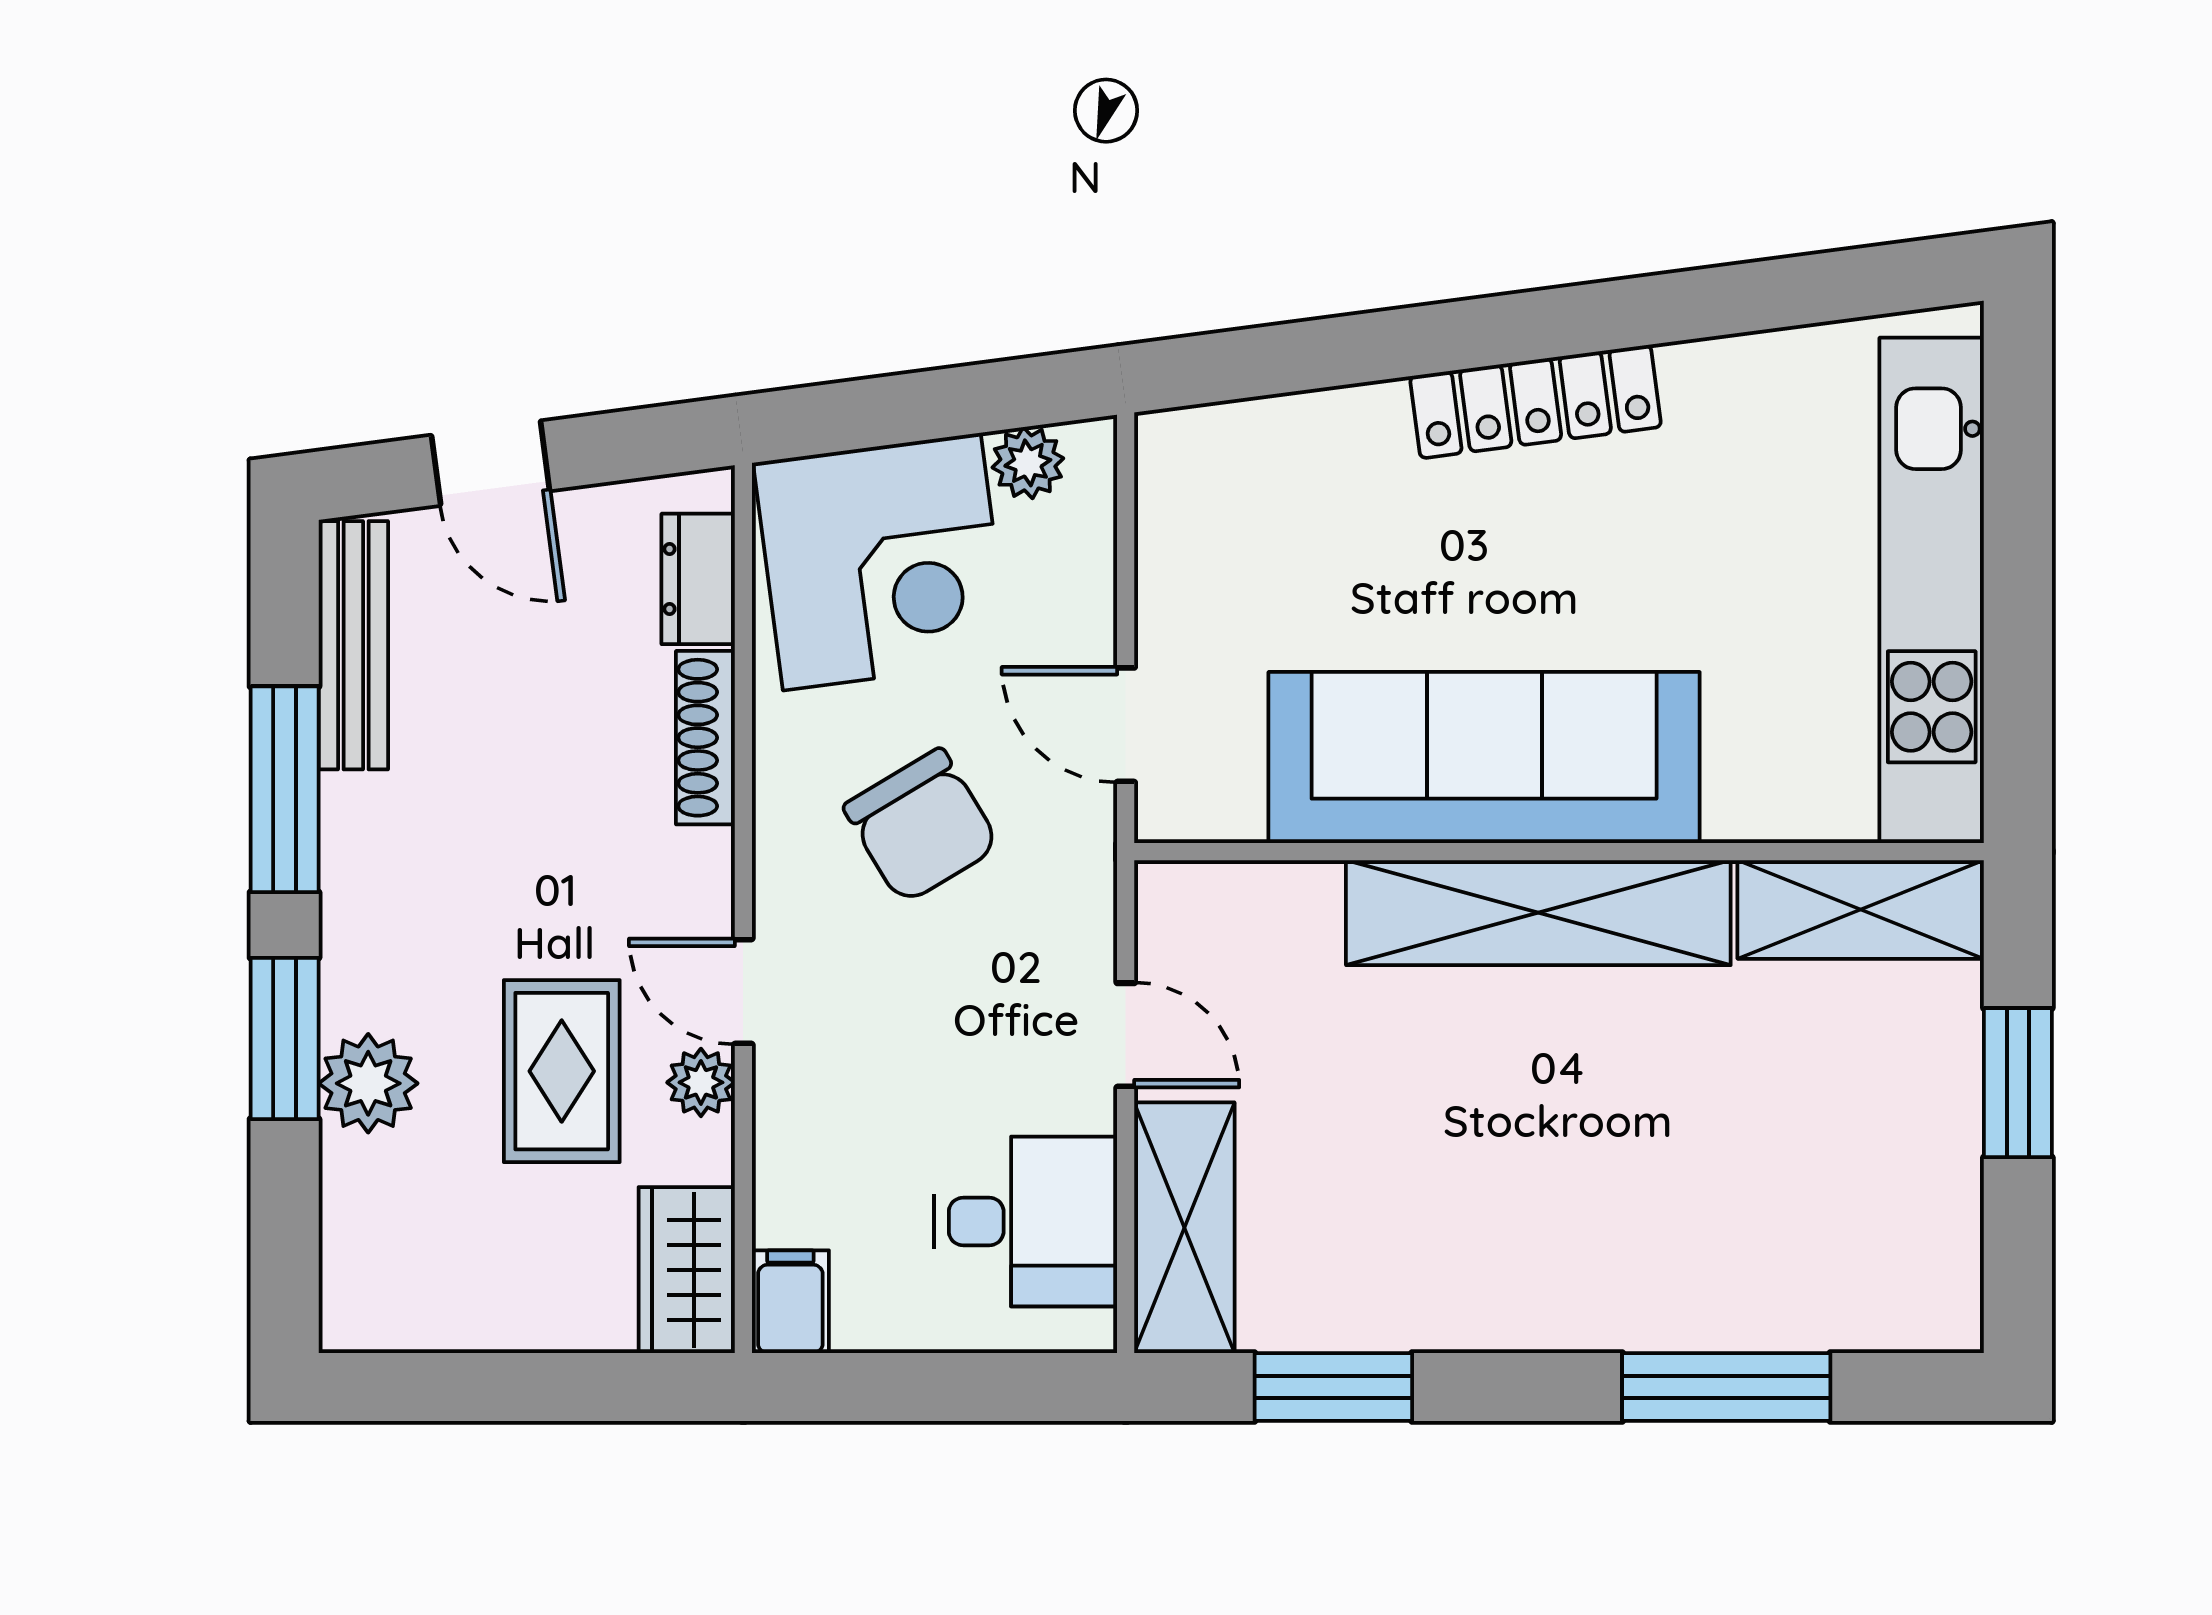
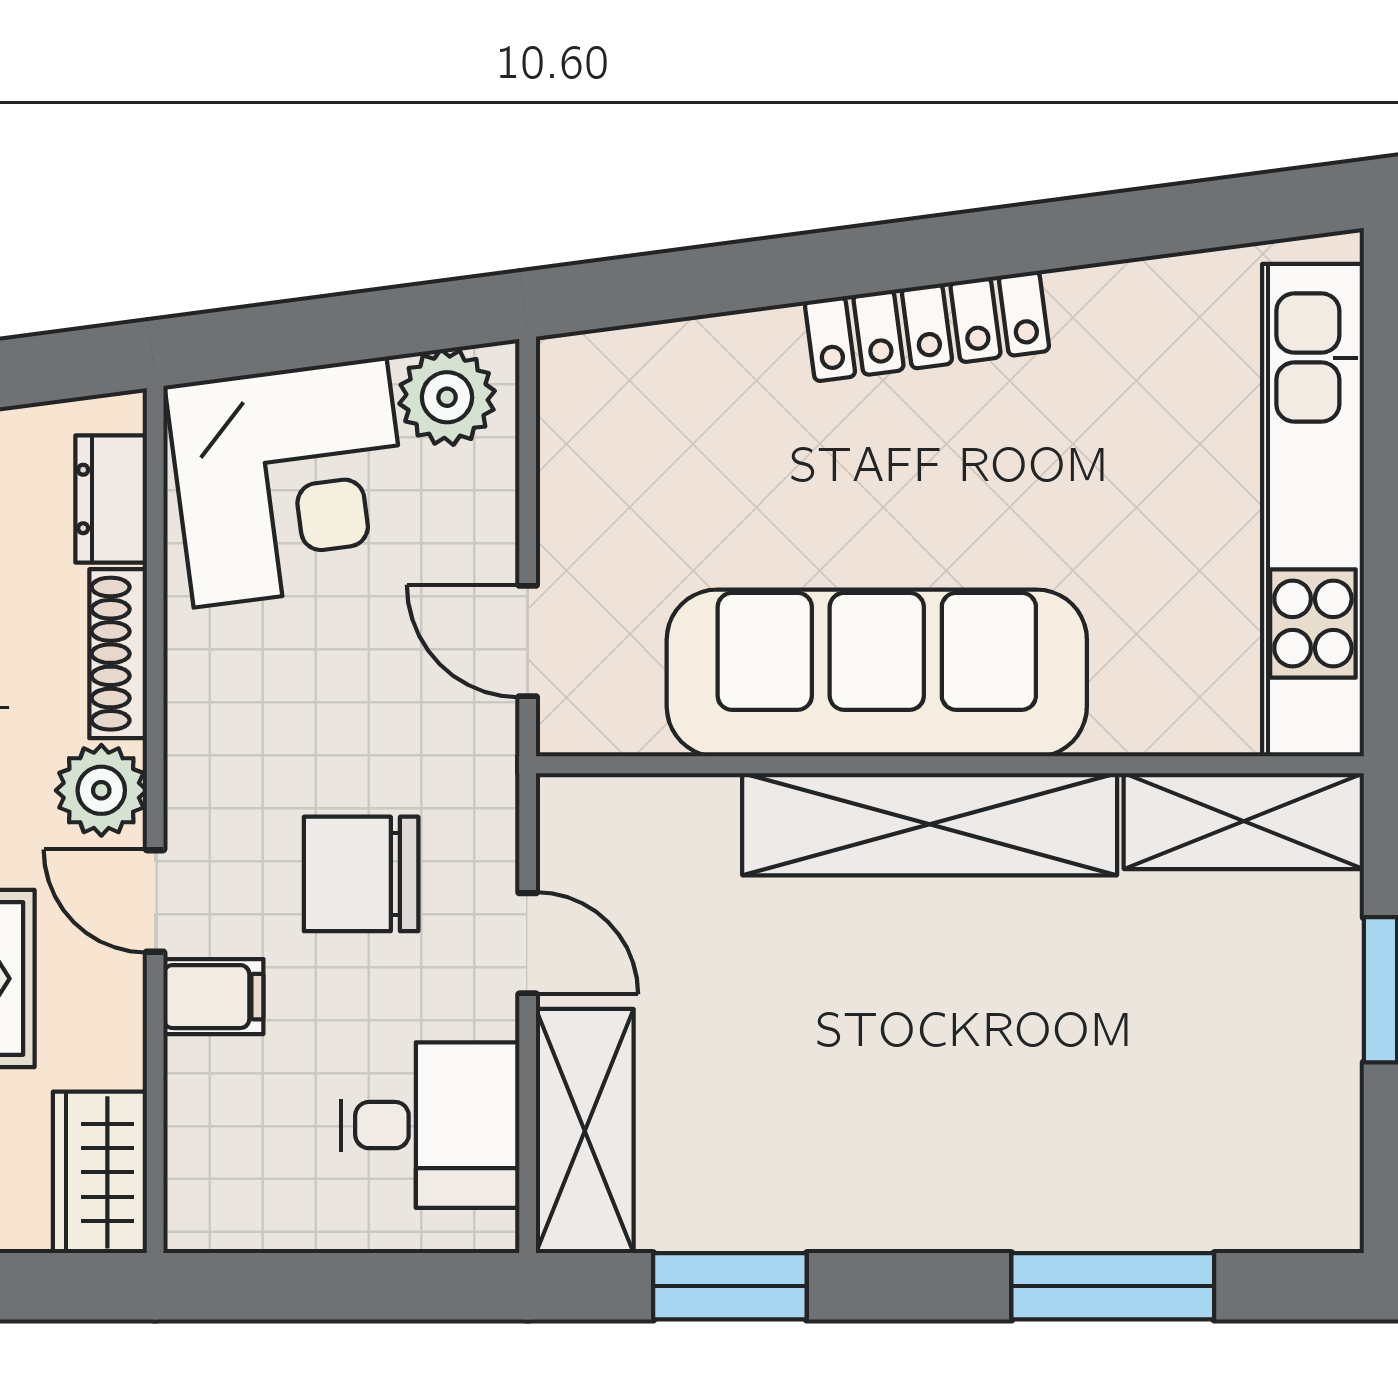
plant: (1028, 463) -> (447, 397), width x1.38, depth x1.38
chair: (922, 826) -> (361, 874), moved, turned 121
plant: (701, 1082) -> (101, 790), moved, width x1.38, depth x1.38
filing cabinet: (790, 1302) -> (213, 997), moved, turned 90

